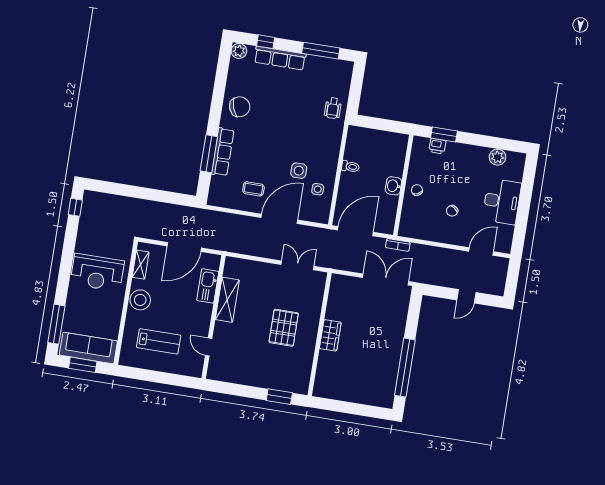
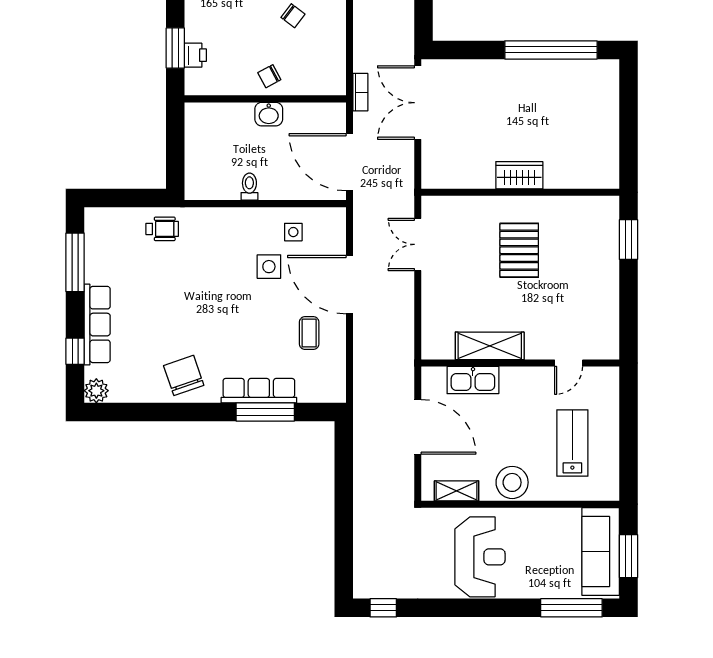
pallet: (284, 328) -> (519, 250), turned 90

